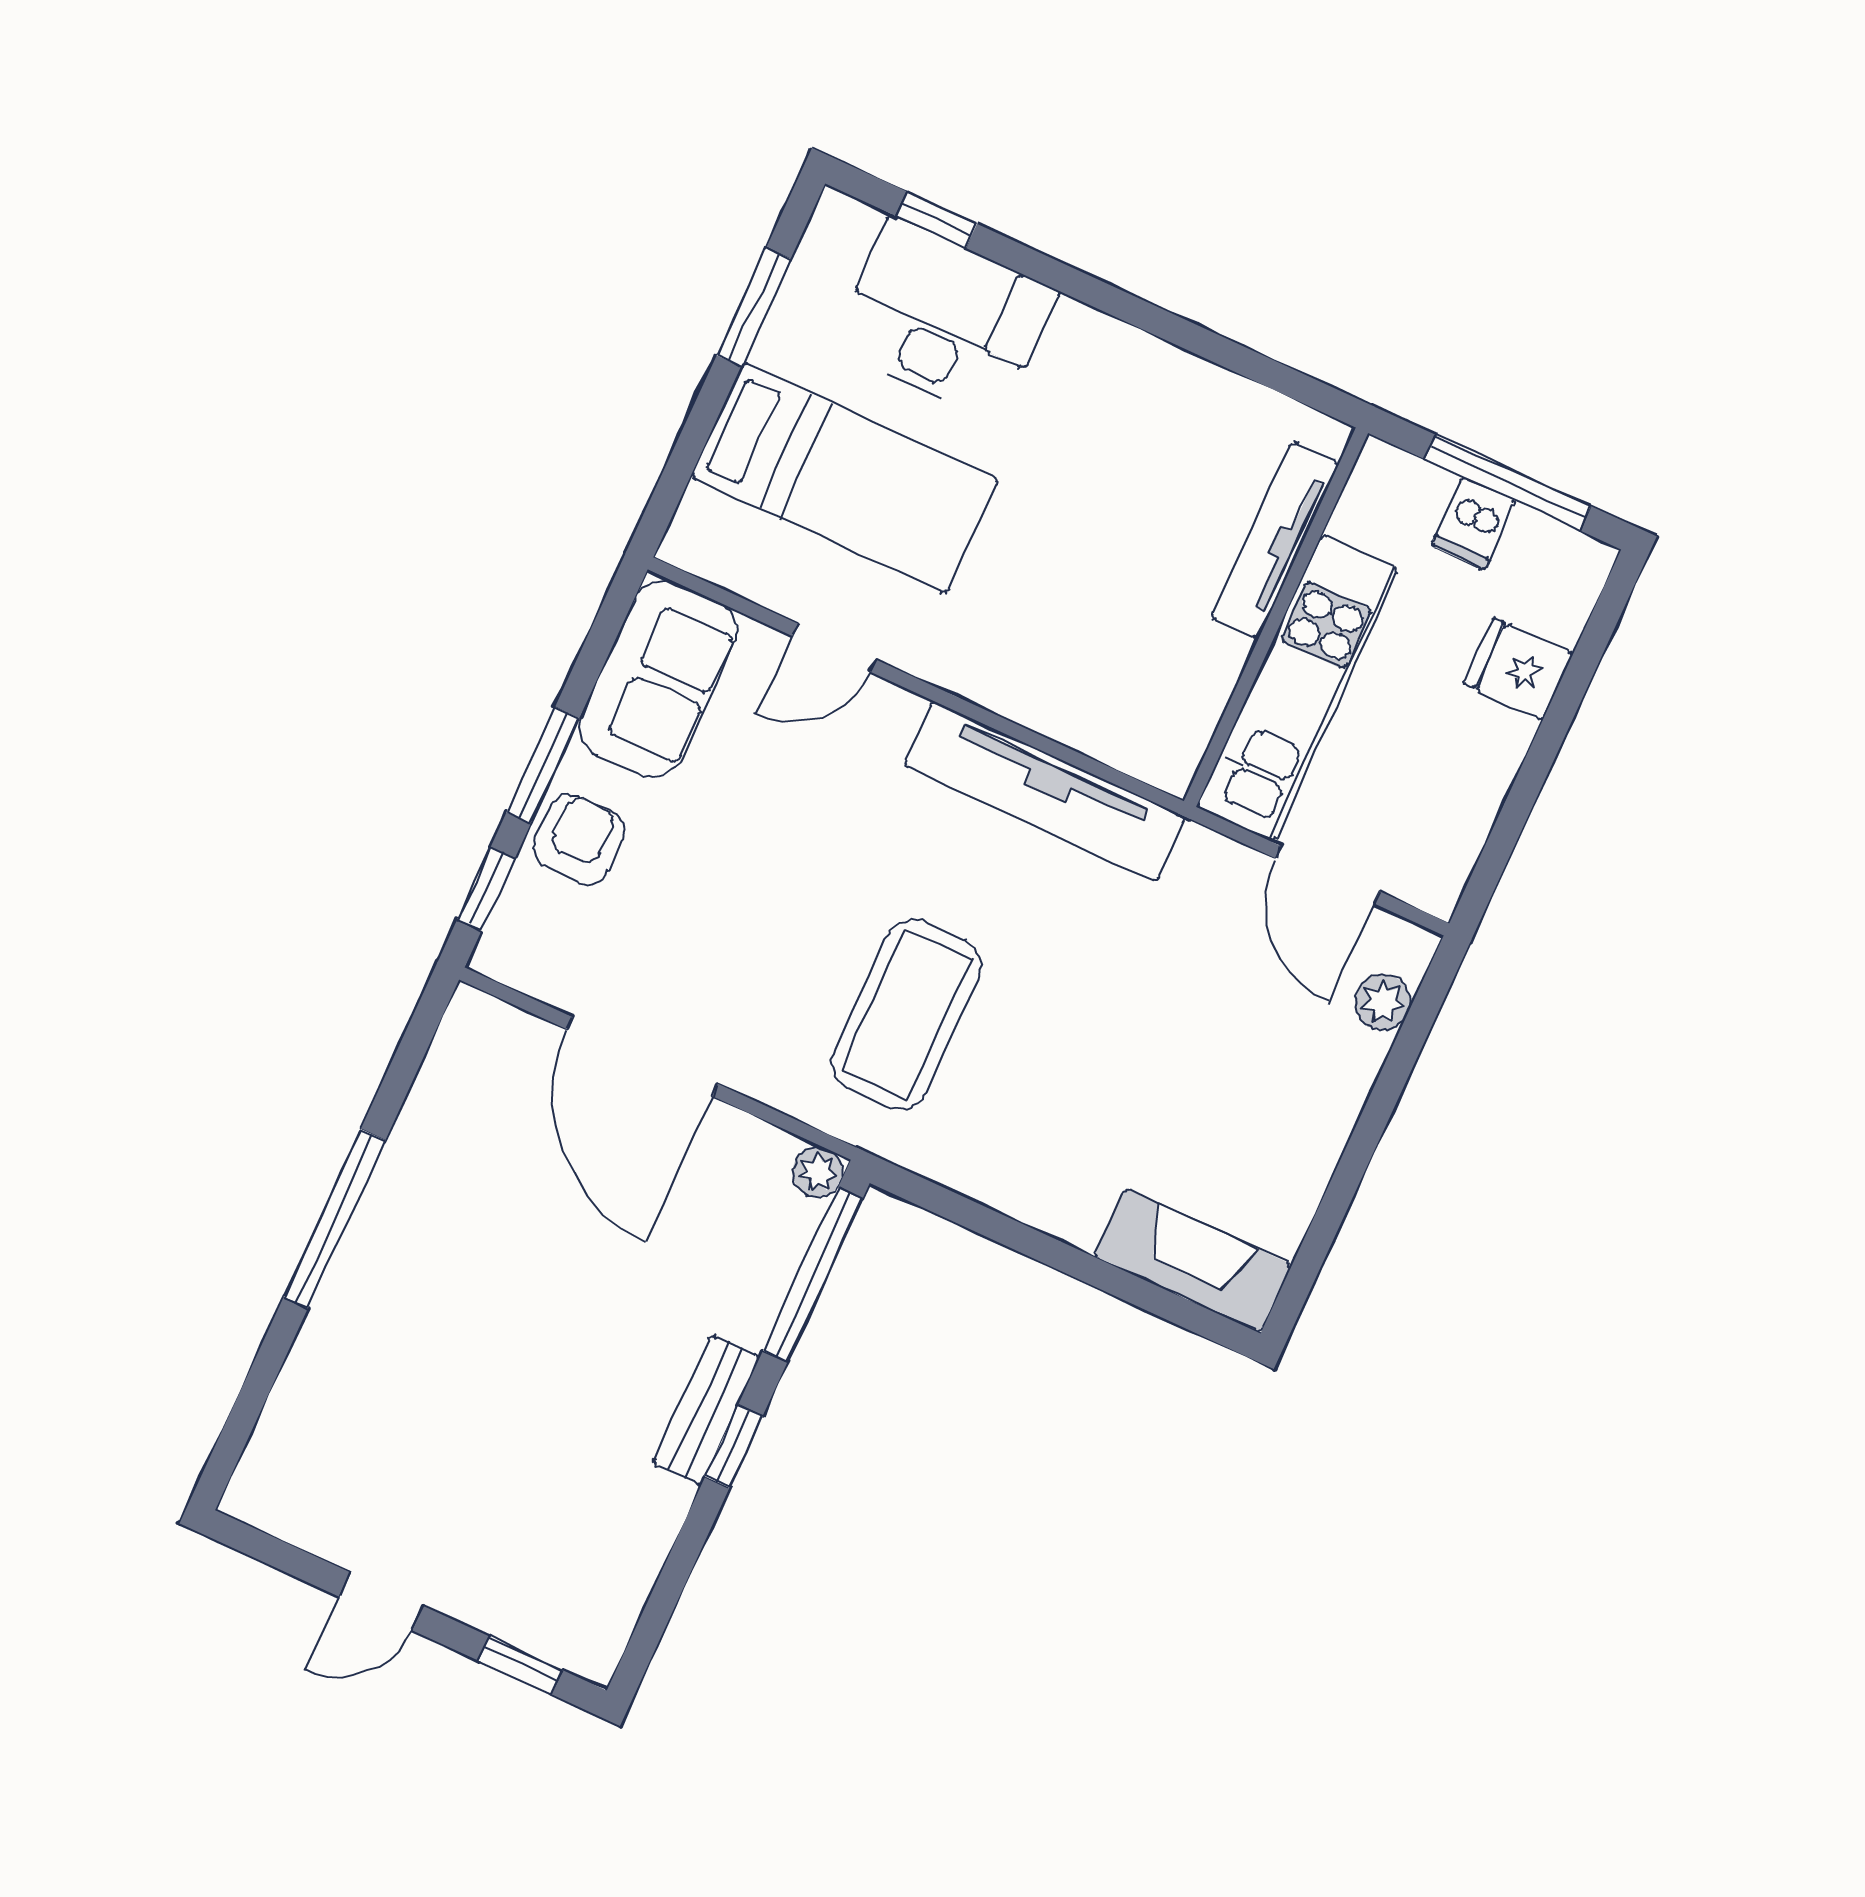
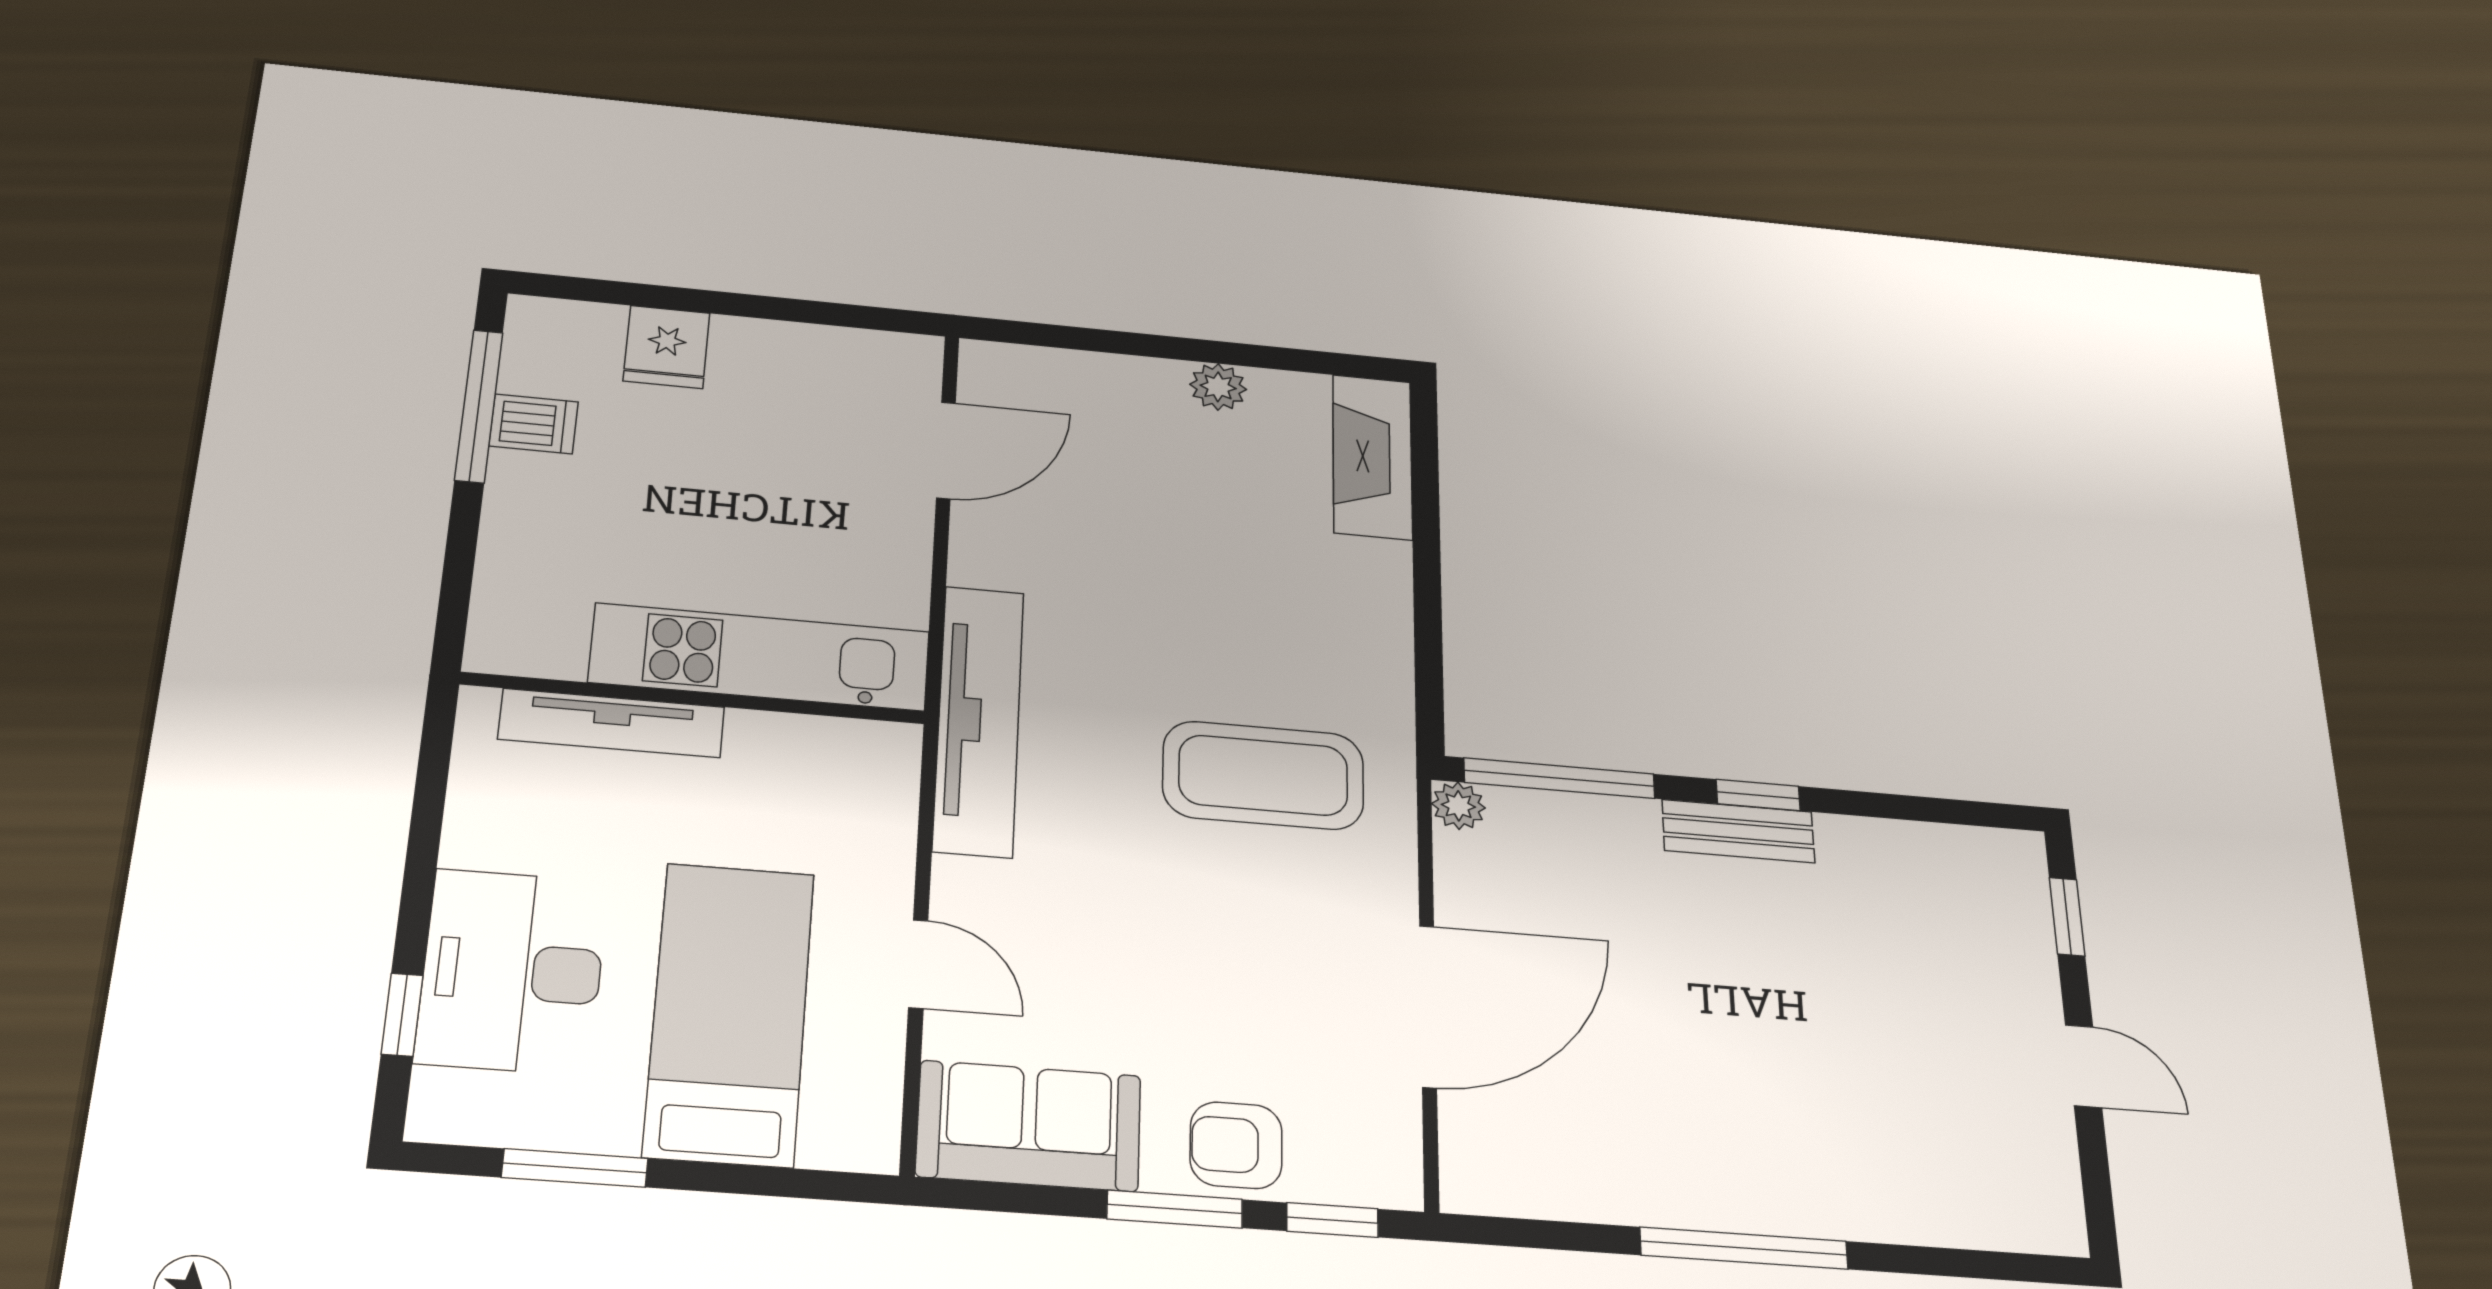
tv unit: (1275, 540) -> (612, 723), moved
wall: (1276, 617) -> (694, 698), moved
kitchen unit: (1297, 688) -> (760, 657), moved
plant: (1383, 1002) -> (1218, 387), moved

